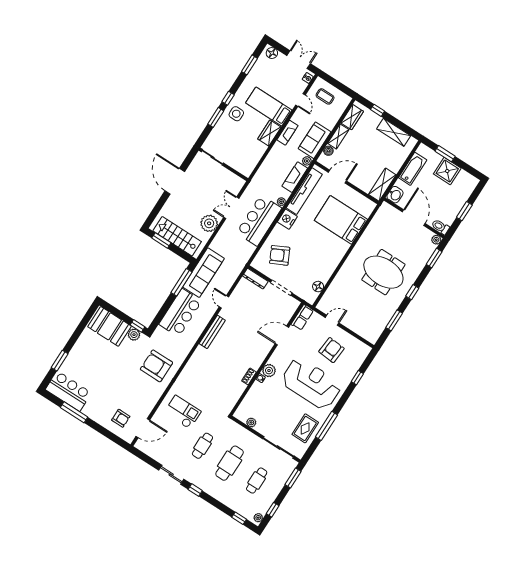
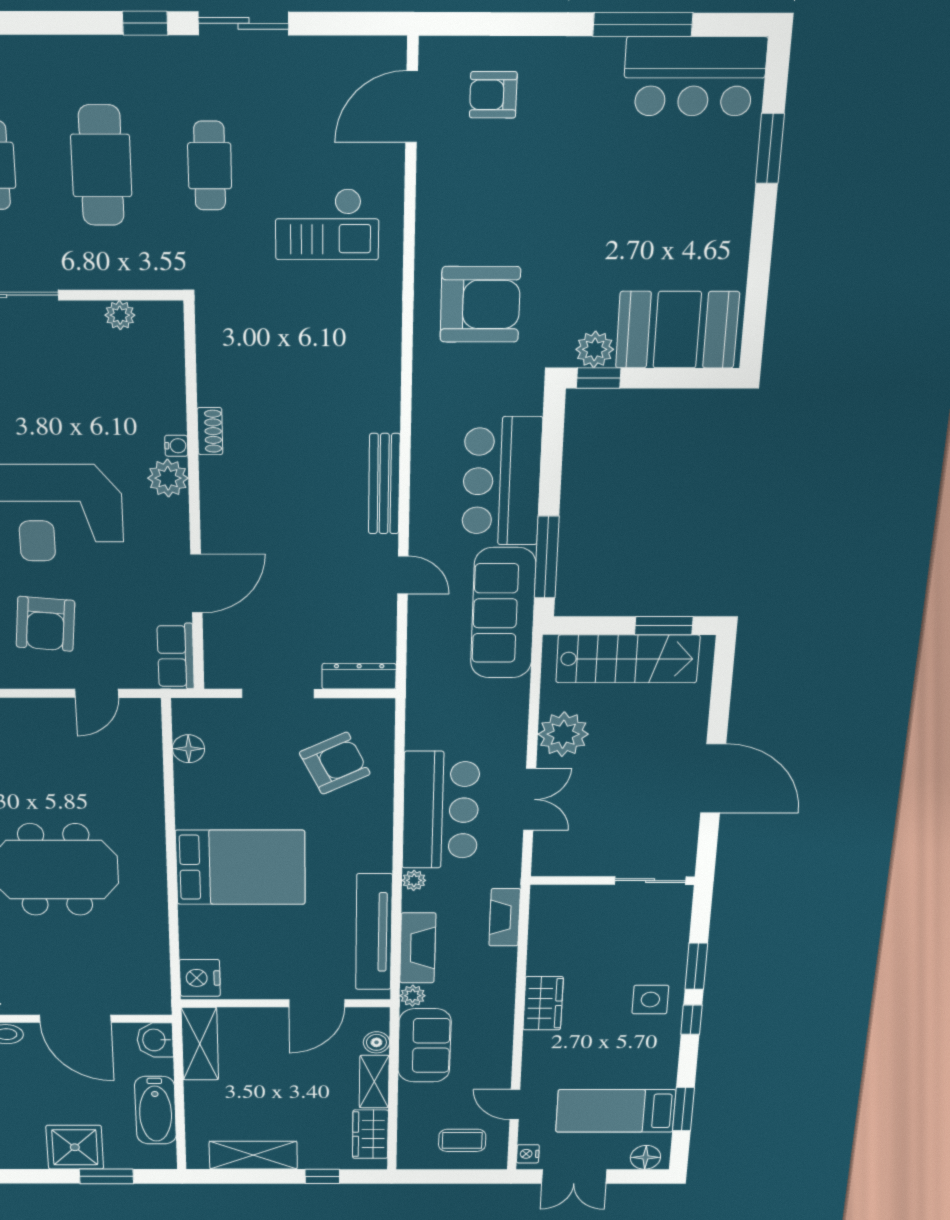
bed: (269, 106) -> (616, 1111), moved, turned 180
fireplace: (288, 133) -> (505, 917), moved
nightstand: (287, 219) -> (200, 978), moved, turned 180
bed: (341, 220) -> (241, 867), moved

